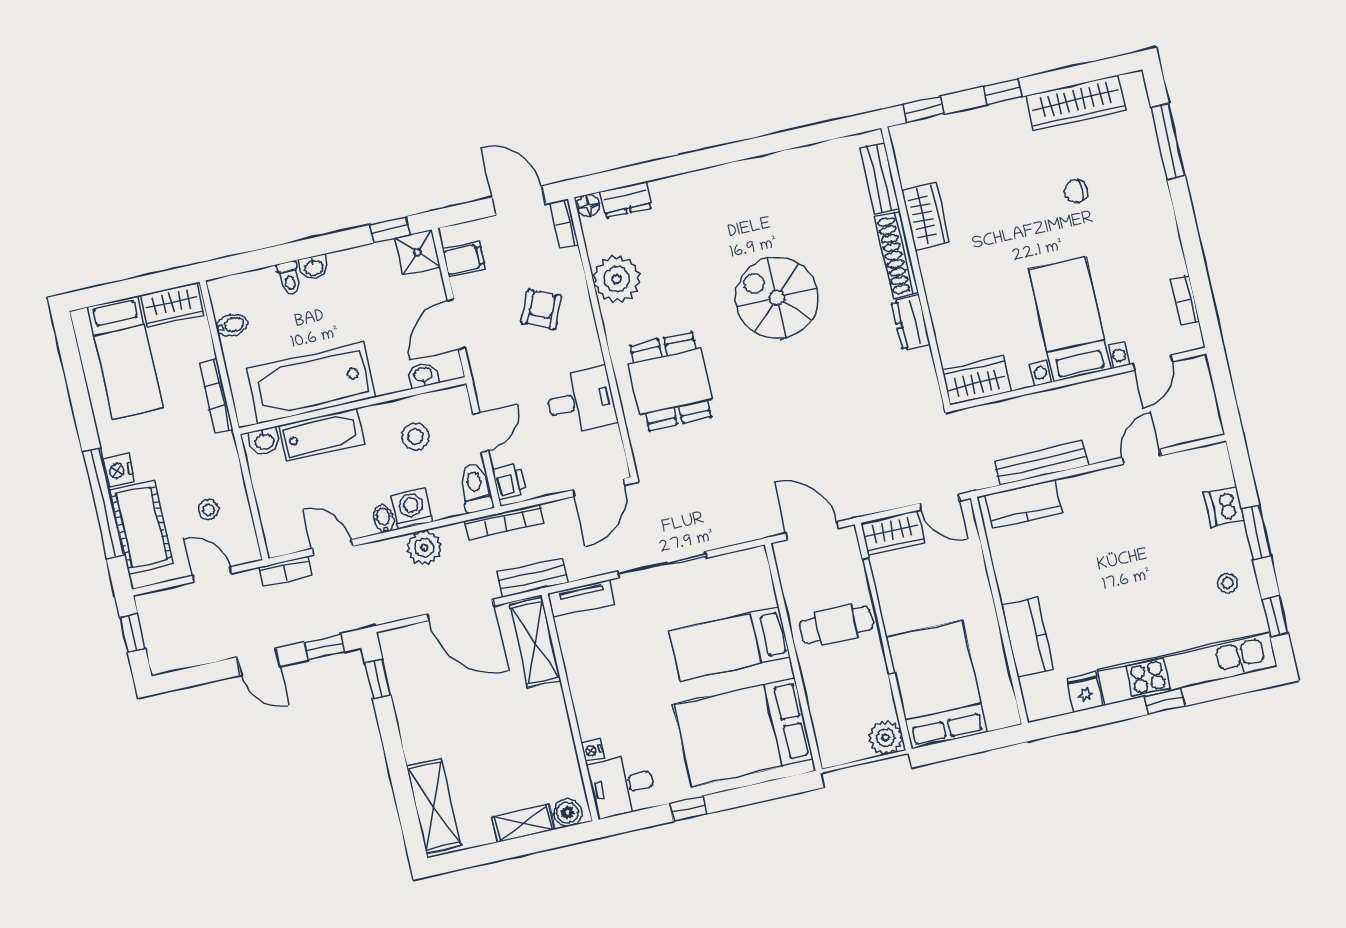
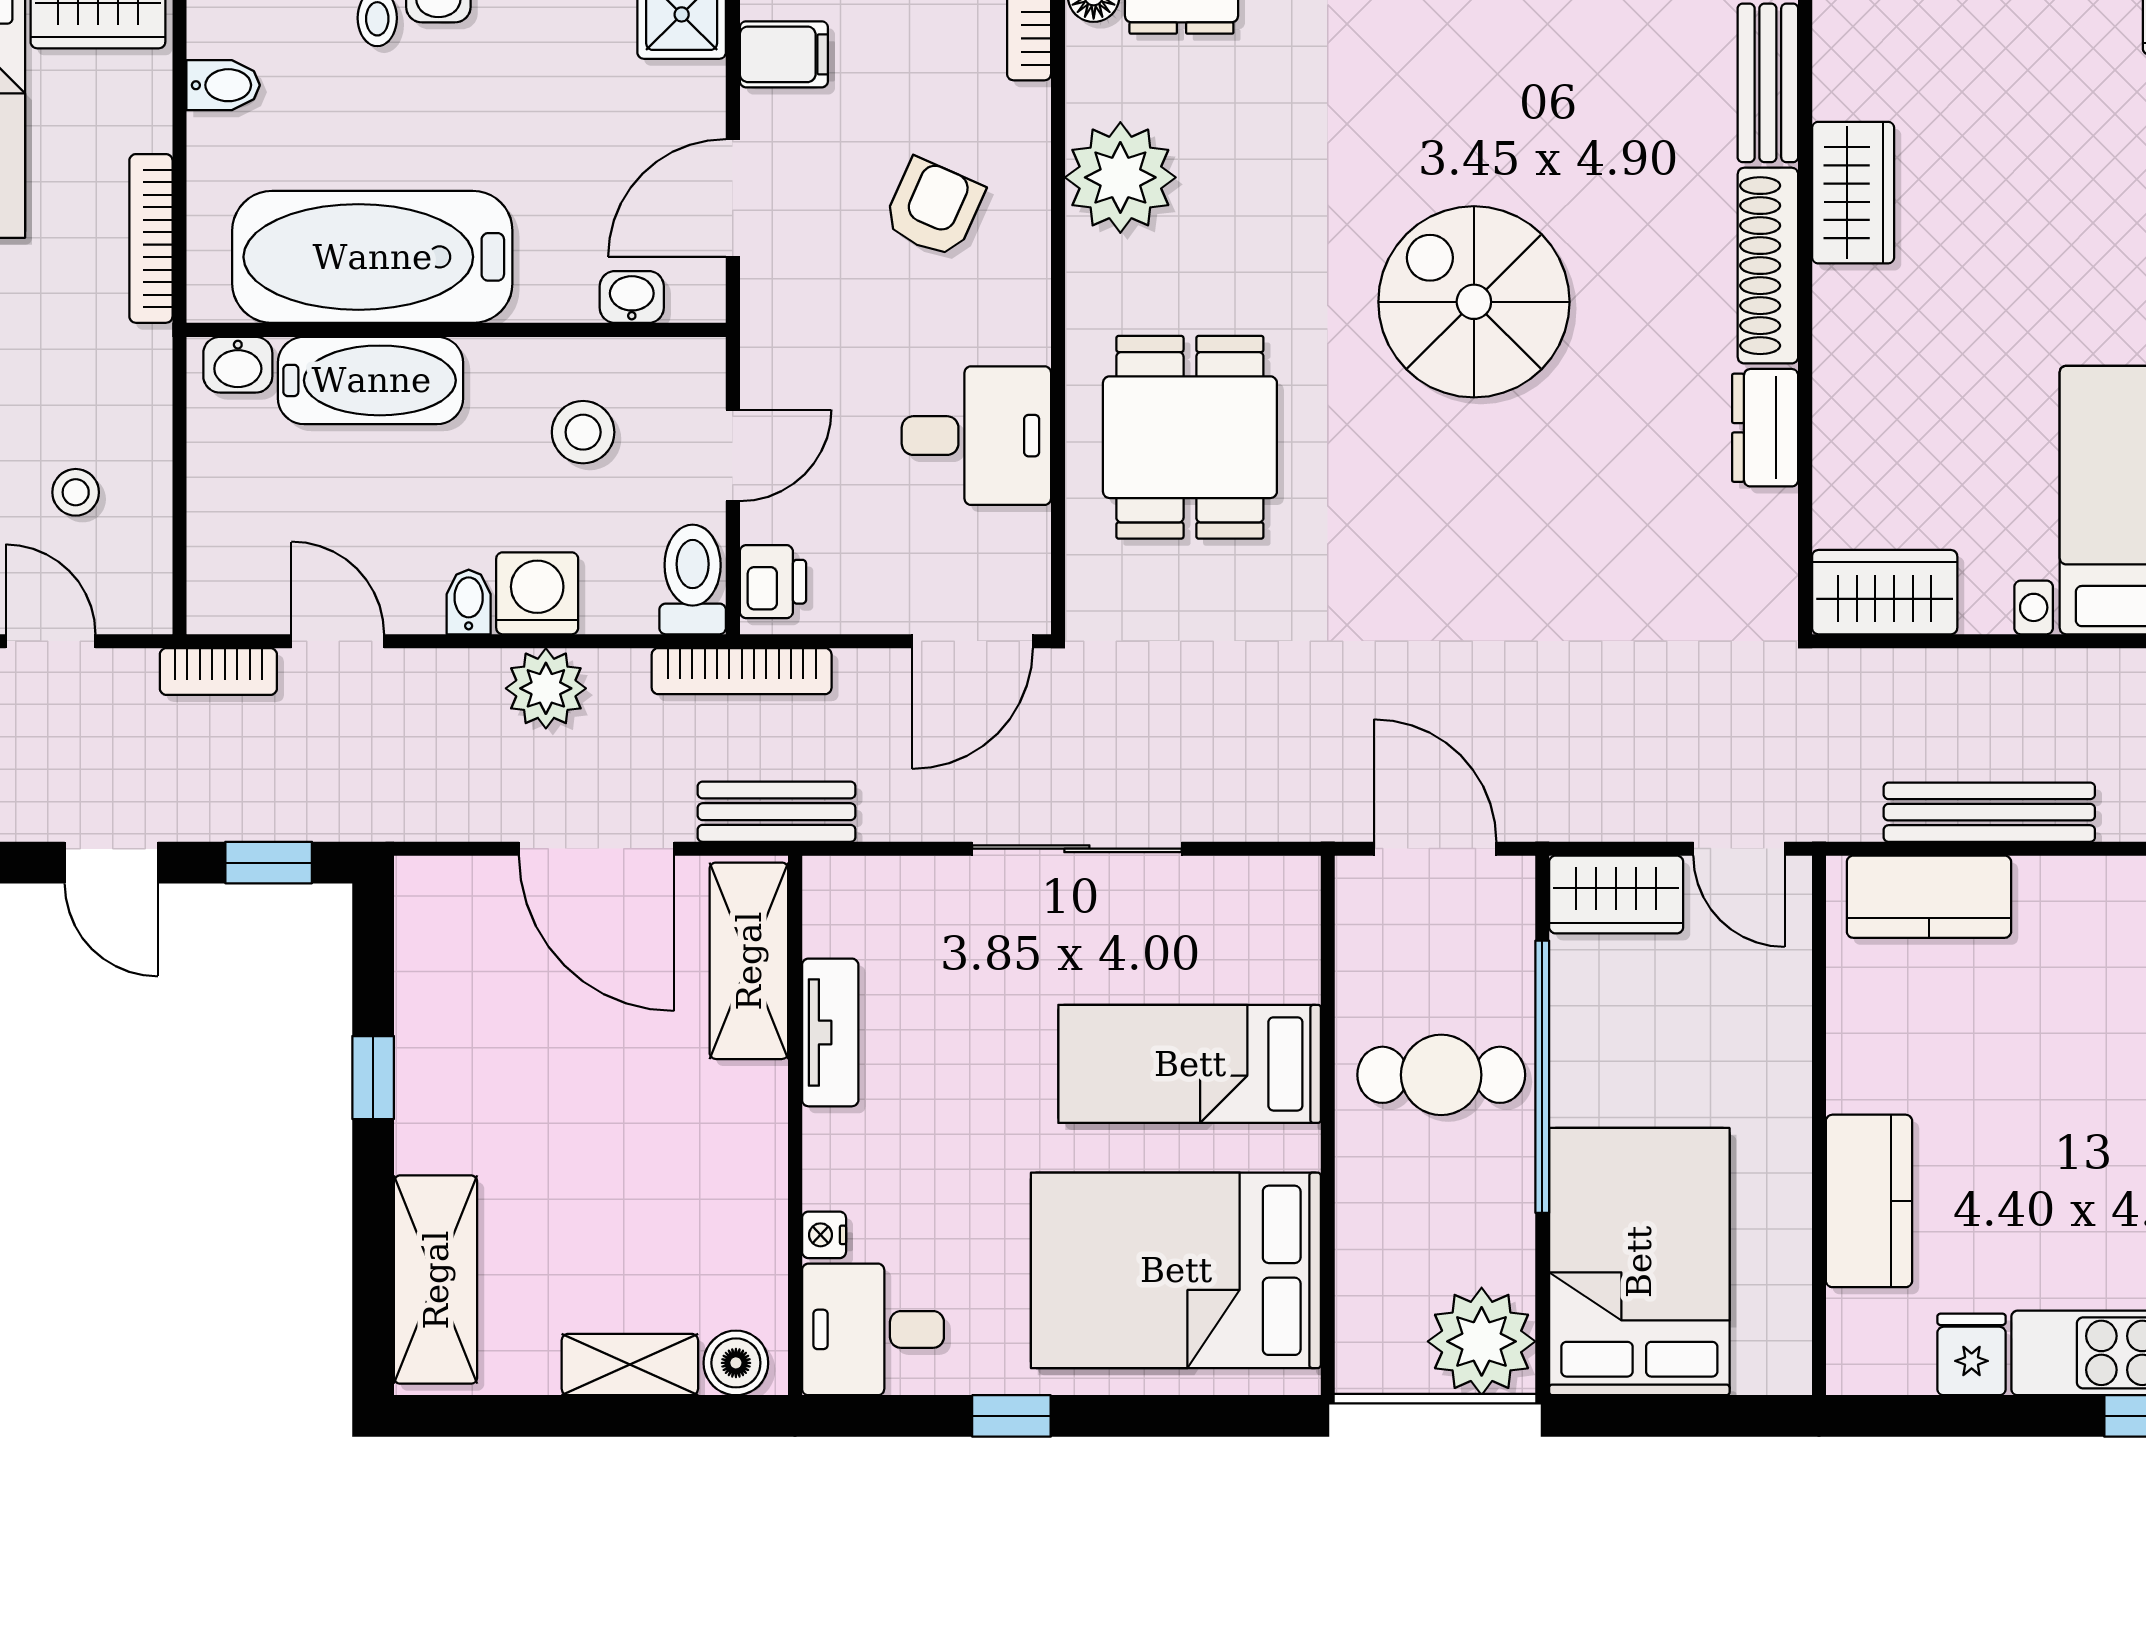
tv unit: (583, 598) -> (830, 1032), moved, turned -90
window: (378, 679) -> (373, 1078), moved
plant: (886, 738) -> (1482, 1341), width x1.36, depth x1.36

